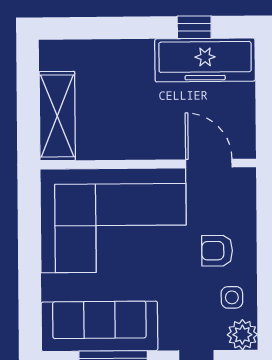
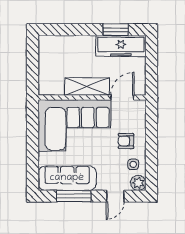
window: (194, 27) -> (116, 30), width x1.50
shelving: (57, 116) -> (87, 87), moved, turned 90
door: (209, 163) -> (122, 98), hinge flipped

